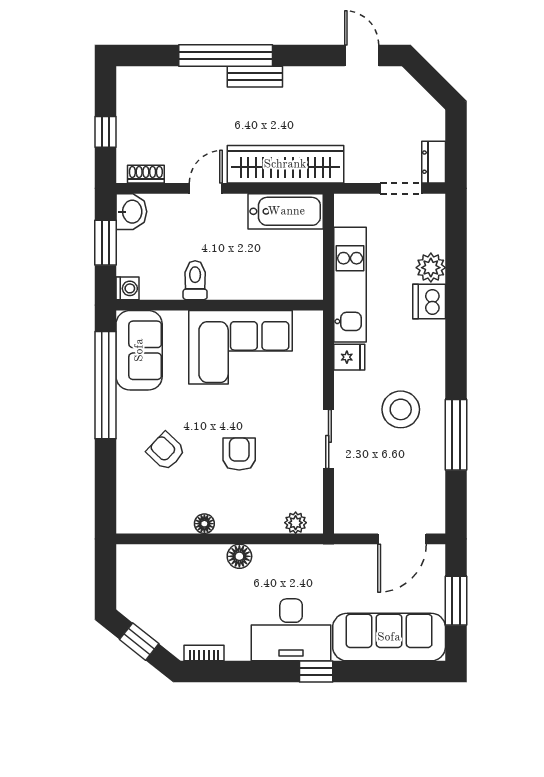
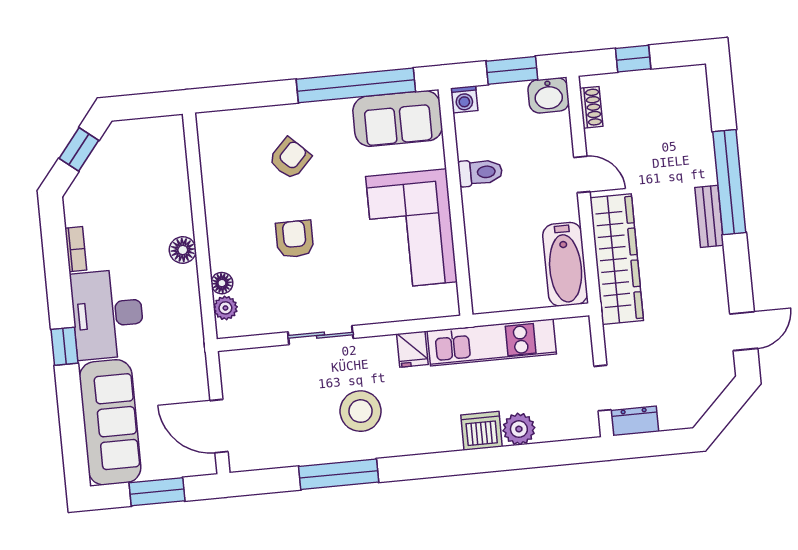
armchair: (239, 454) -> (295, 239), turned -90
floor lamp: (204, 524) -> (222, 283), moved
bookcase: (204, 653) -> (76, 249), moved

